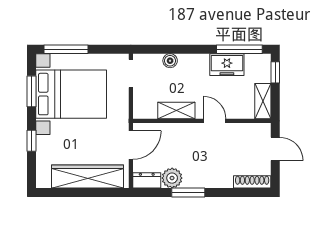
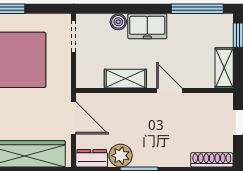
freezer: (227, 65) -> (147, 26), moved
door: (131, 145) -> (74, 118), hinge flipped

